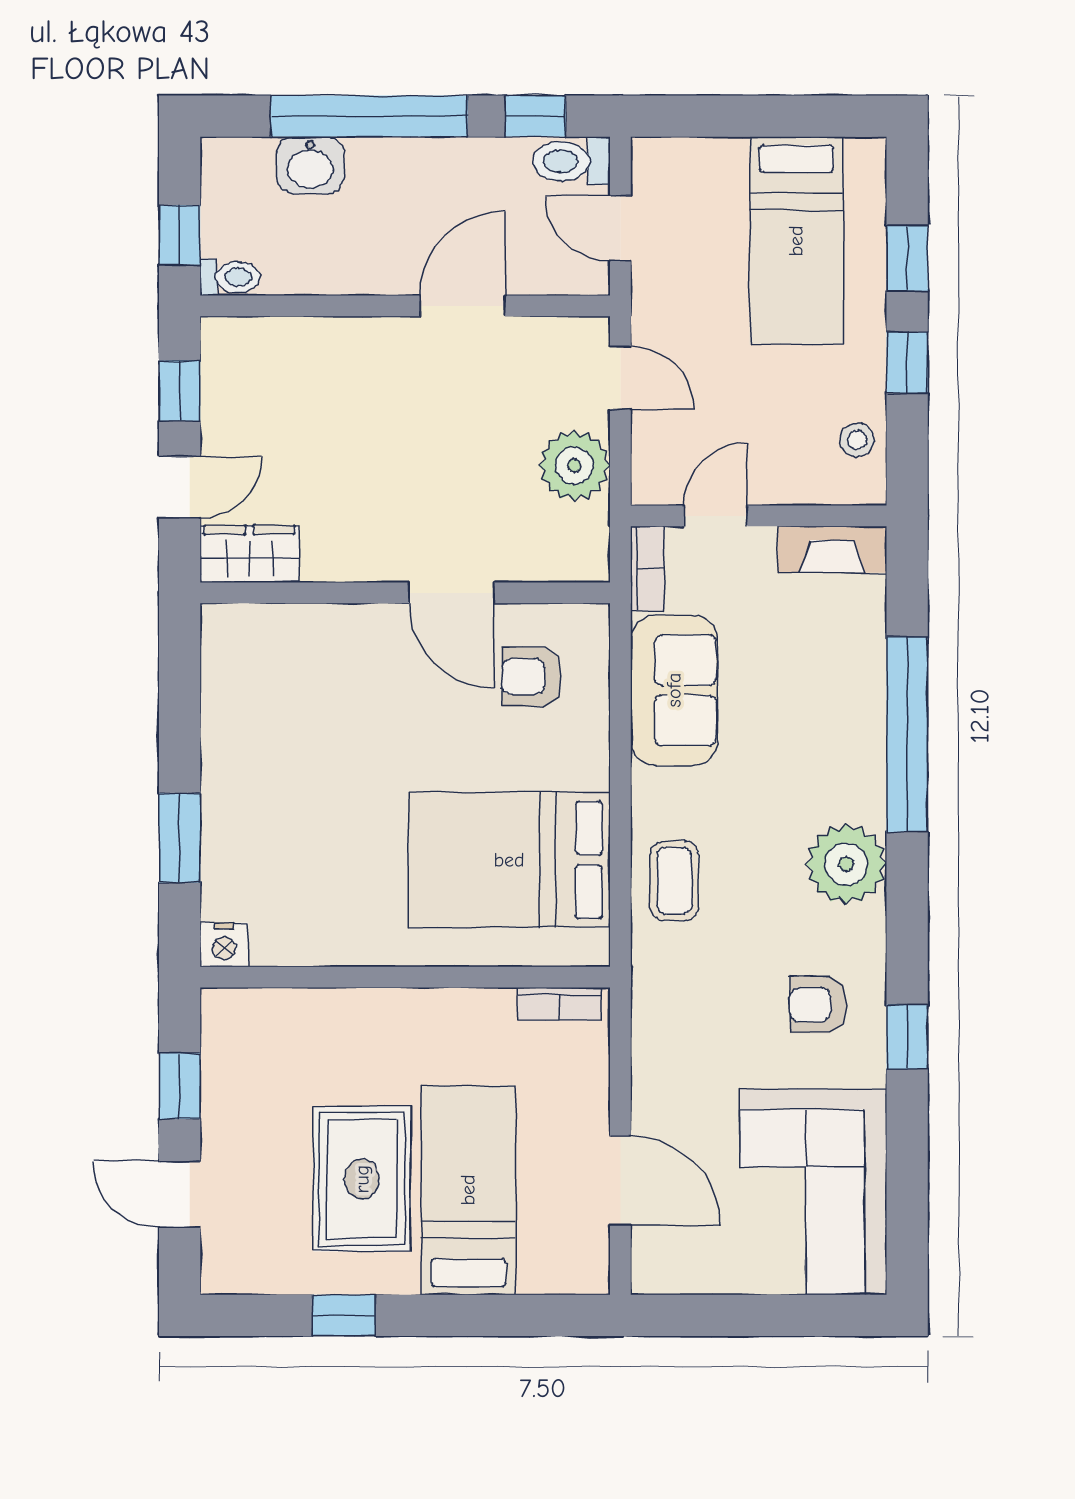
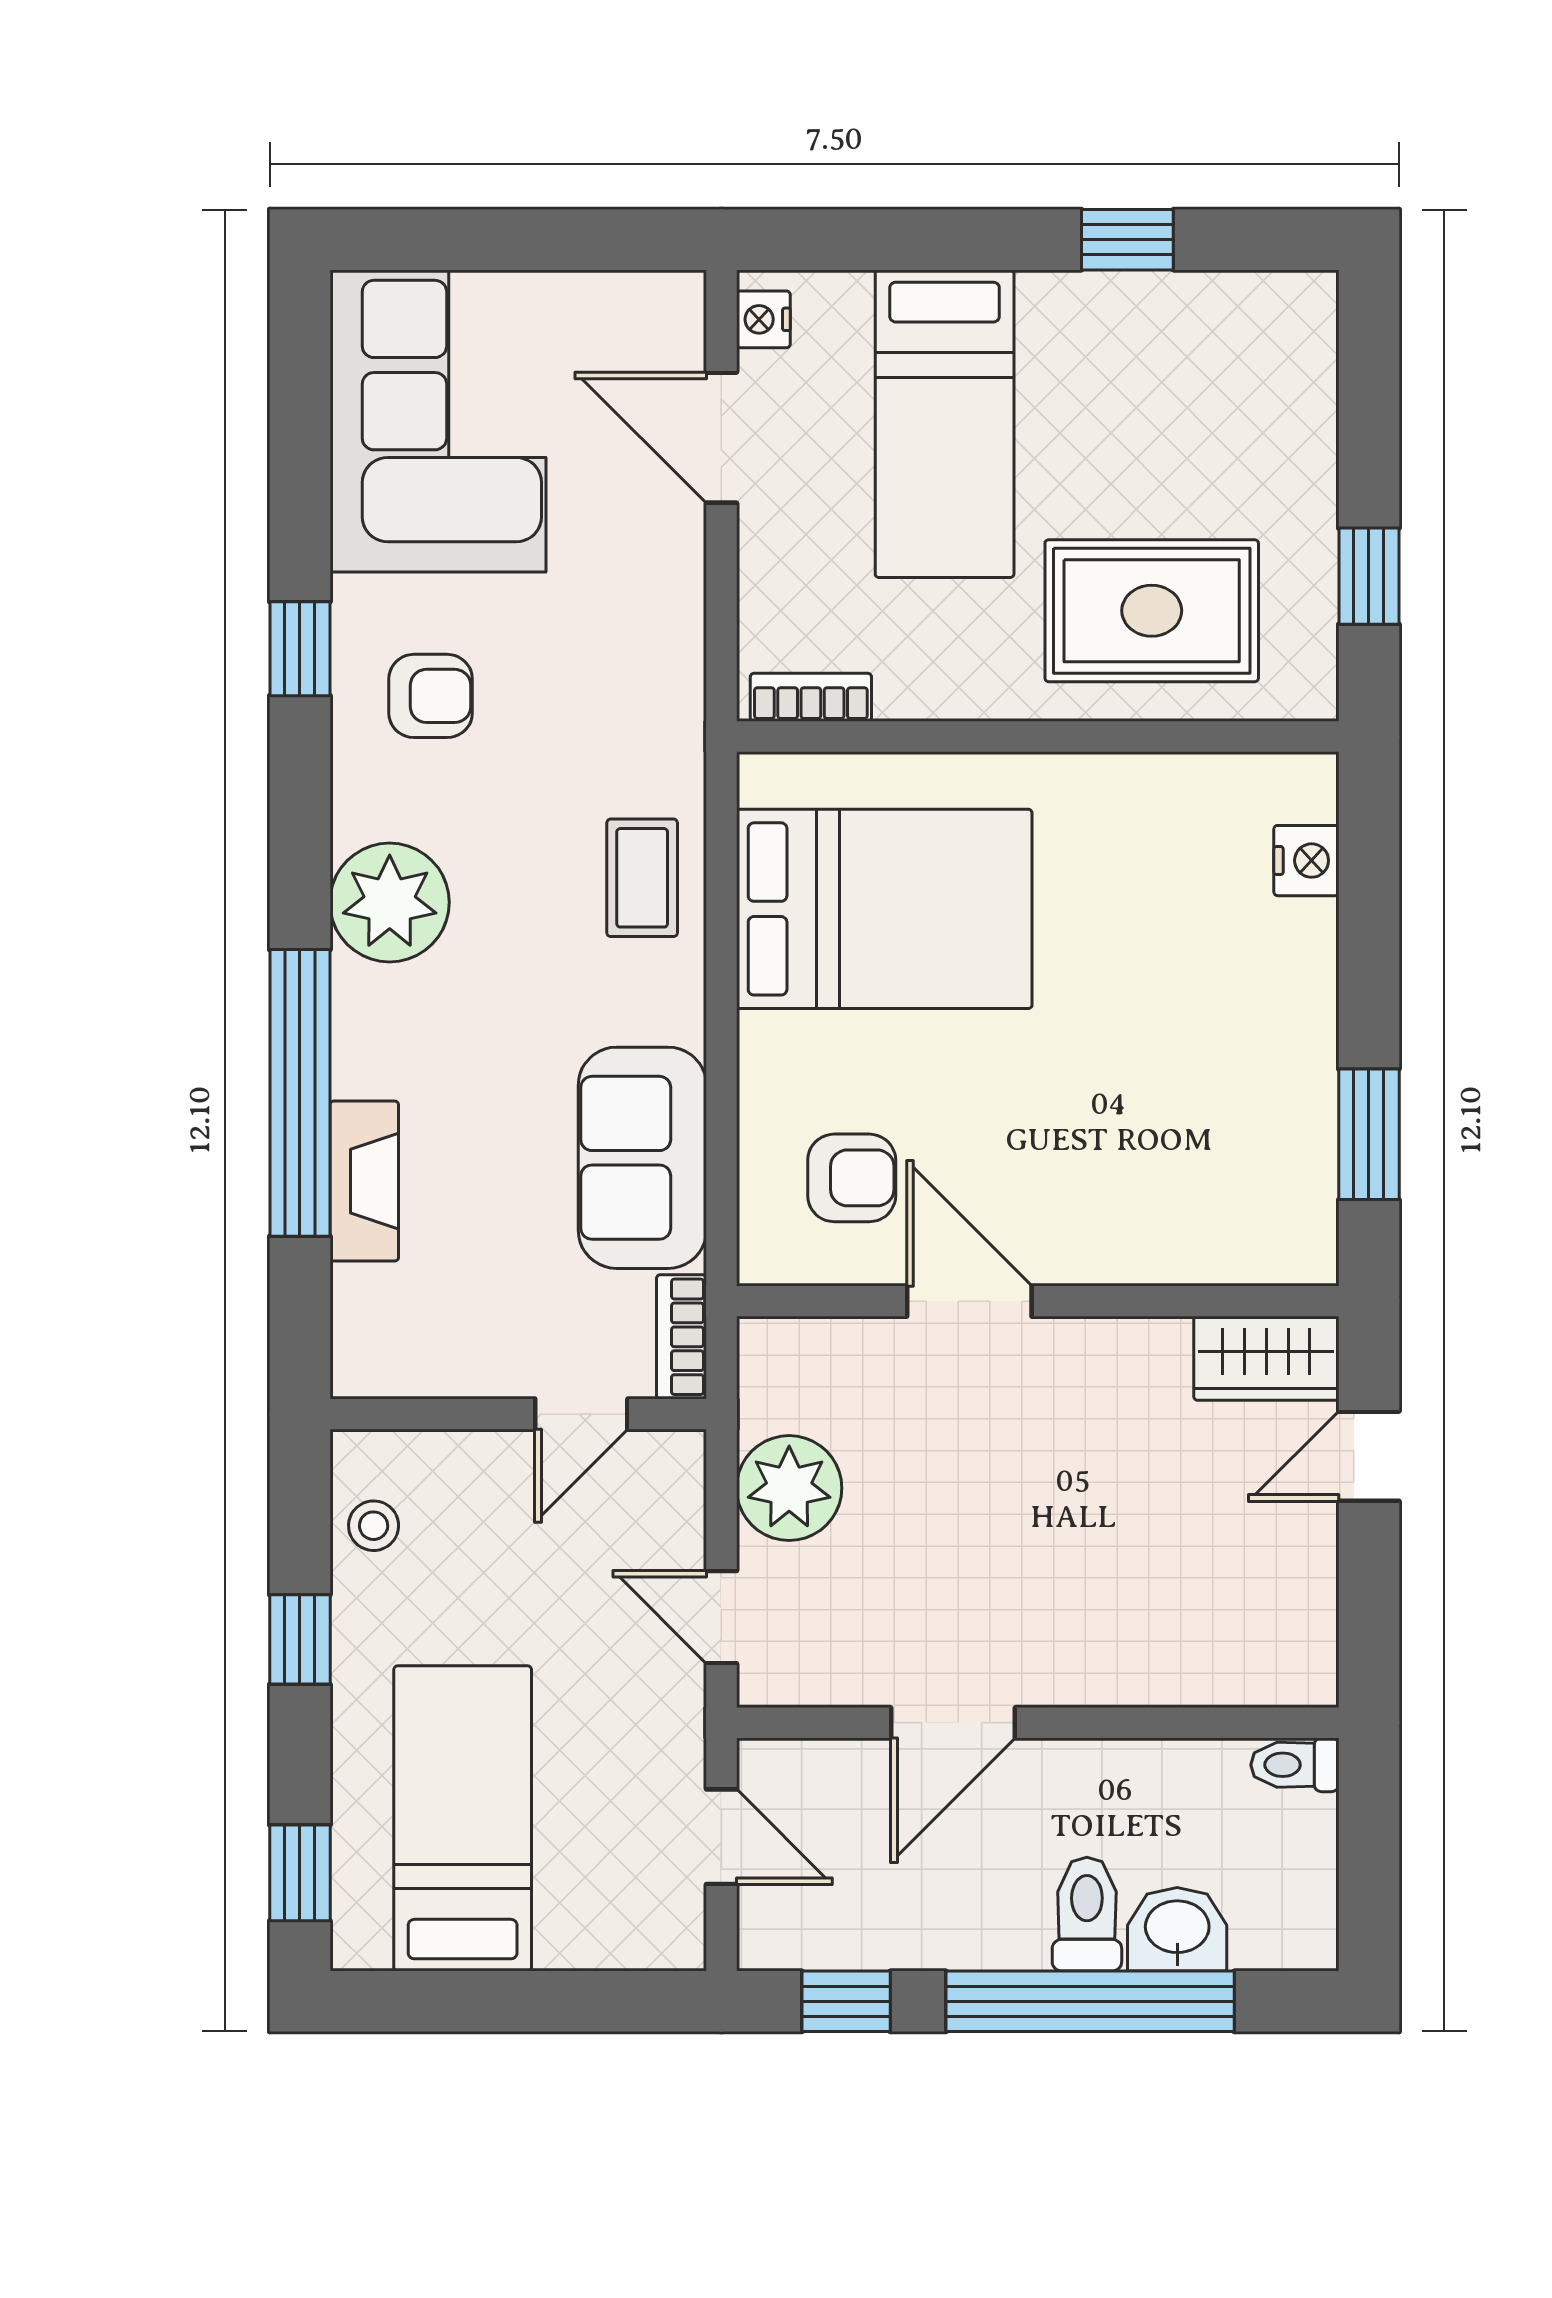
toilet: (571, 161) -> (1087, 1914), moved, turned -90
window: (180, 235) -> (1369, 1827), removed
window: (907, 258) -> (300, 1873), moved
window: (180, 391) -> (1369, 1598), removed
fireplace: (832, 549) -> (364, 1181), moved, turned 90
window: (180, 838) -> (1369, 1134), moved
nightstand: (224, 945) -> (1306, 861), moved, turned 90
rug: (362, 1179) -> (1152, 611), moved, turned 90
door: (180, 1195) -> (1369, 417), removed
nightstand: (592, 1261) -> (763, 319), added

